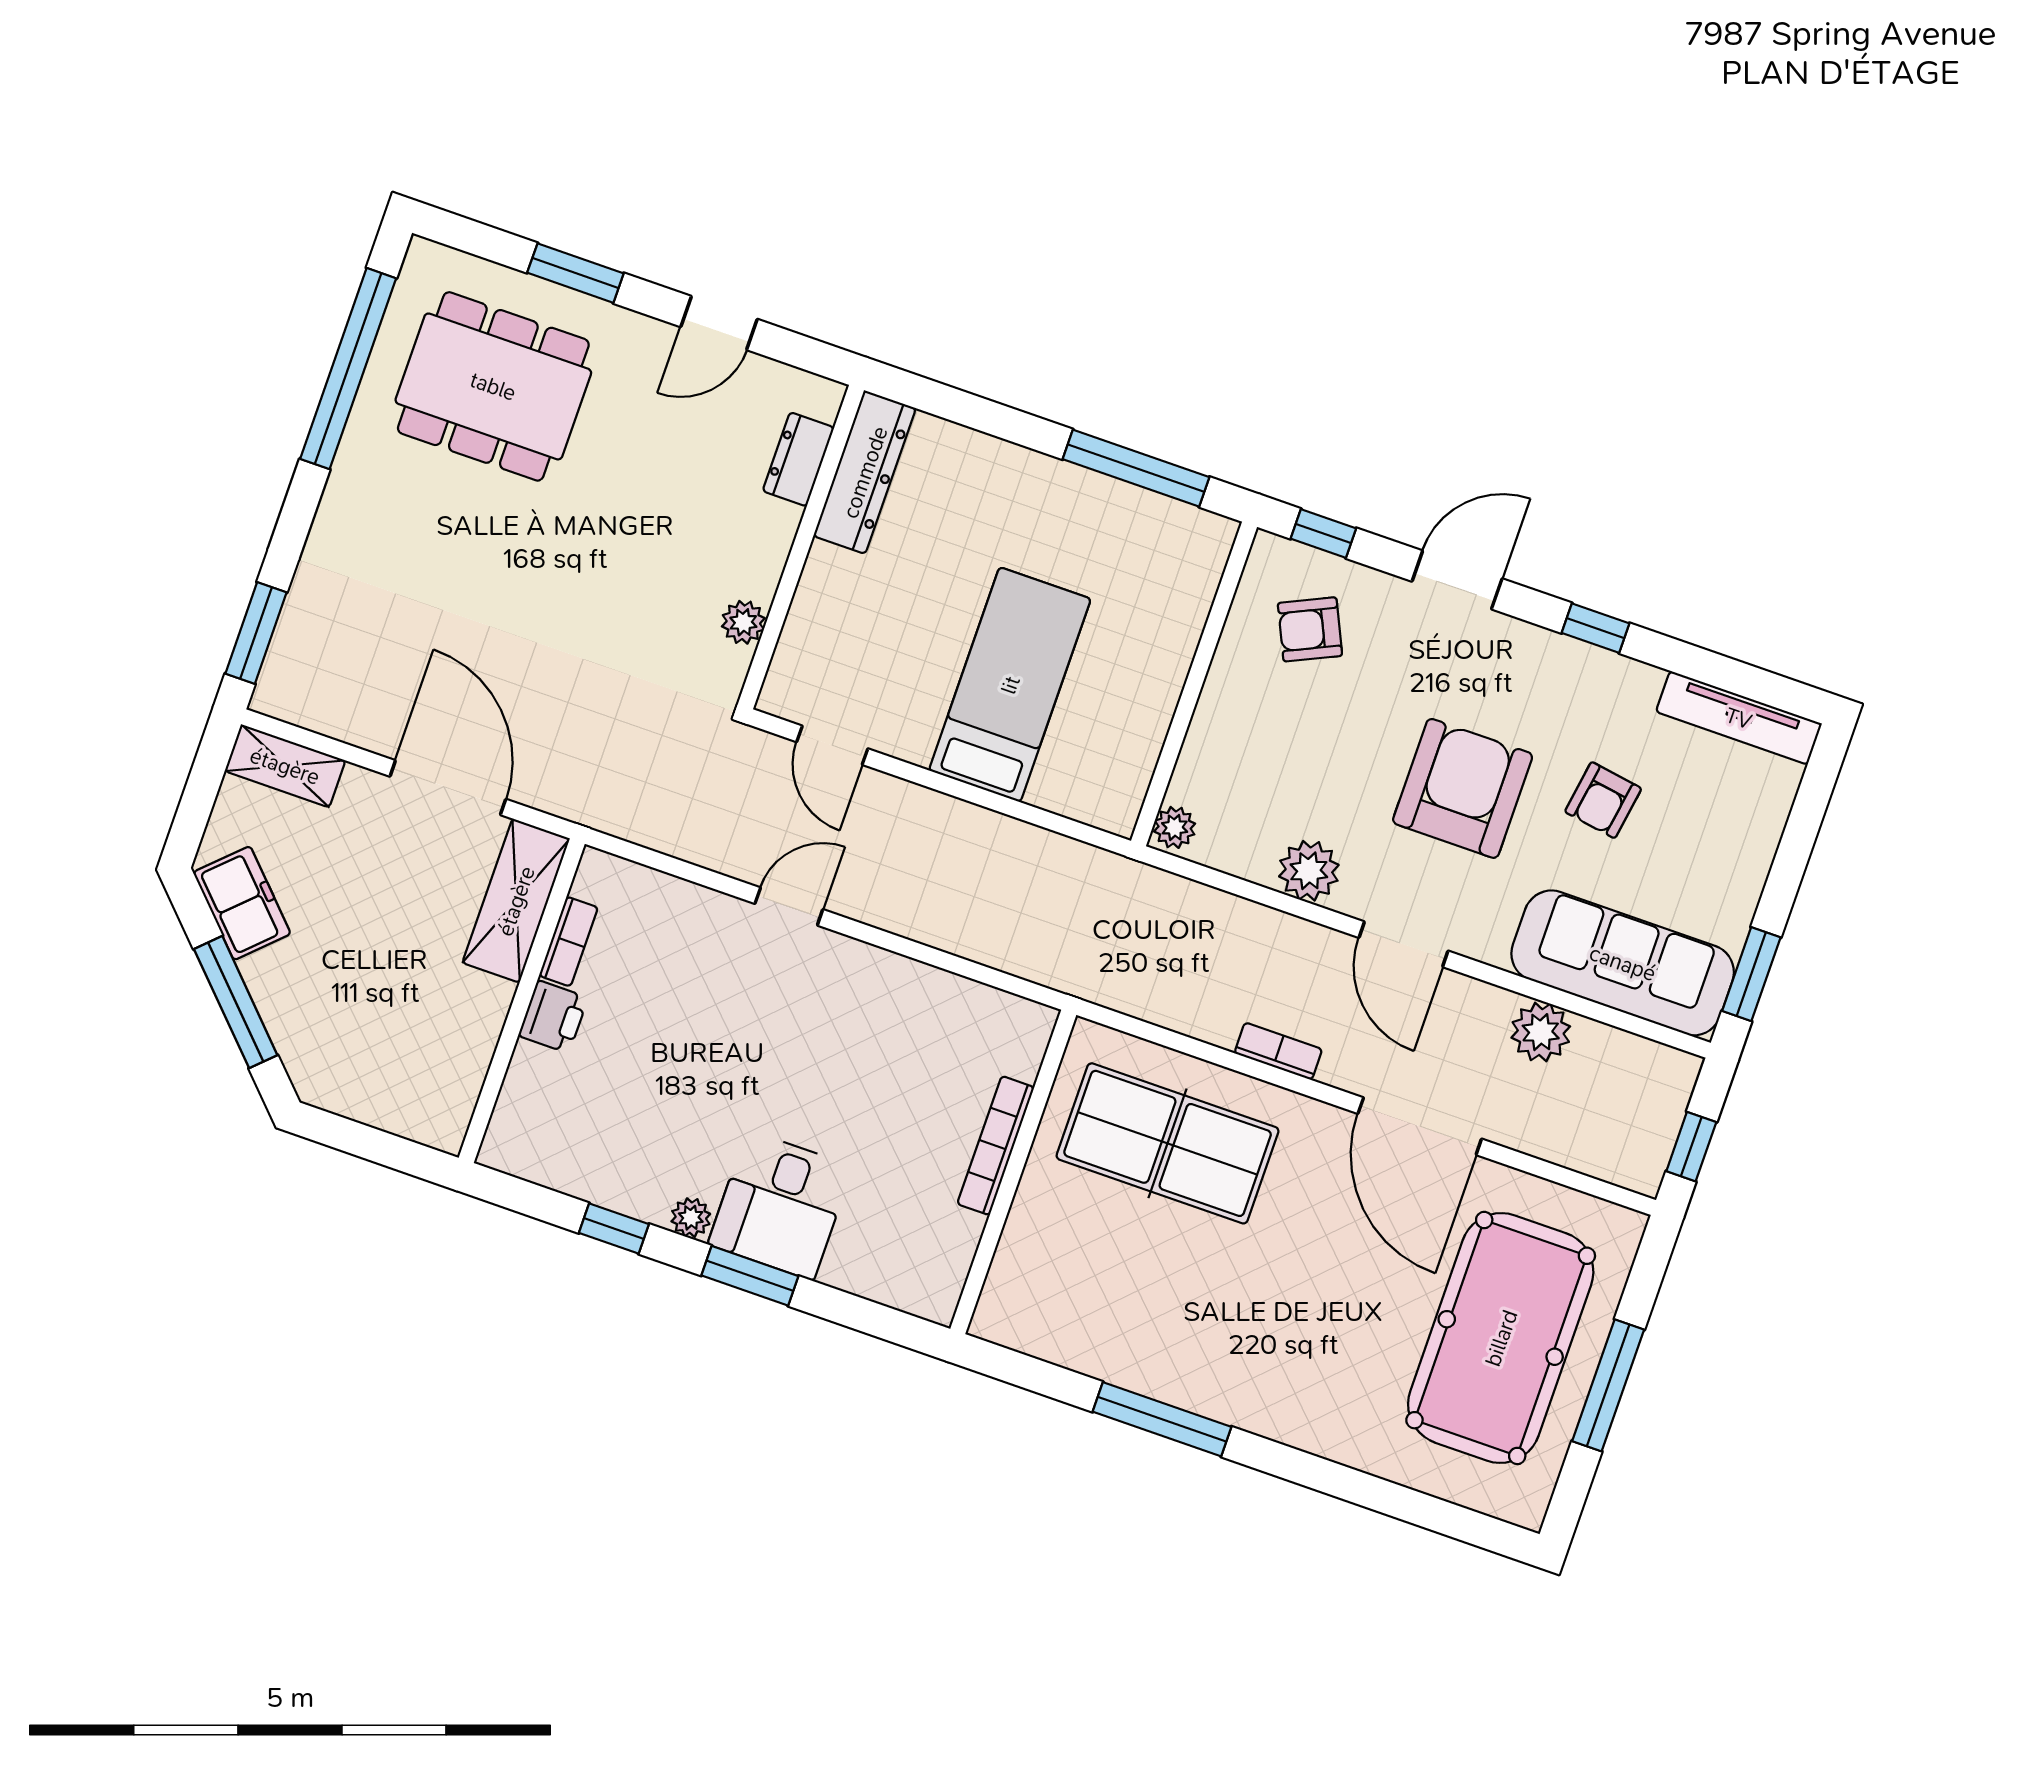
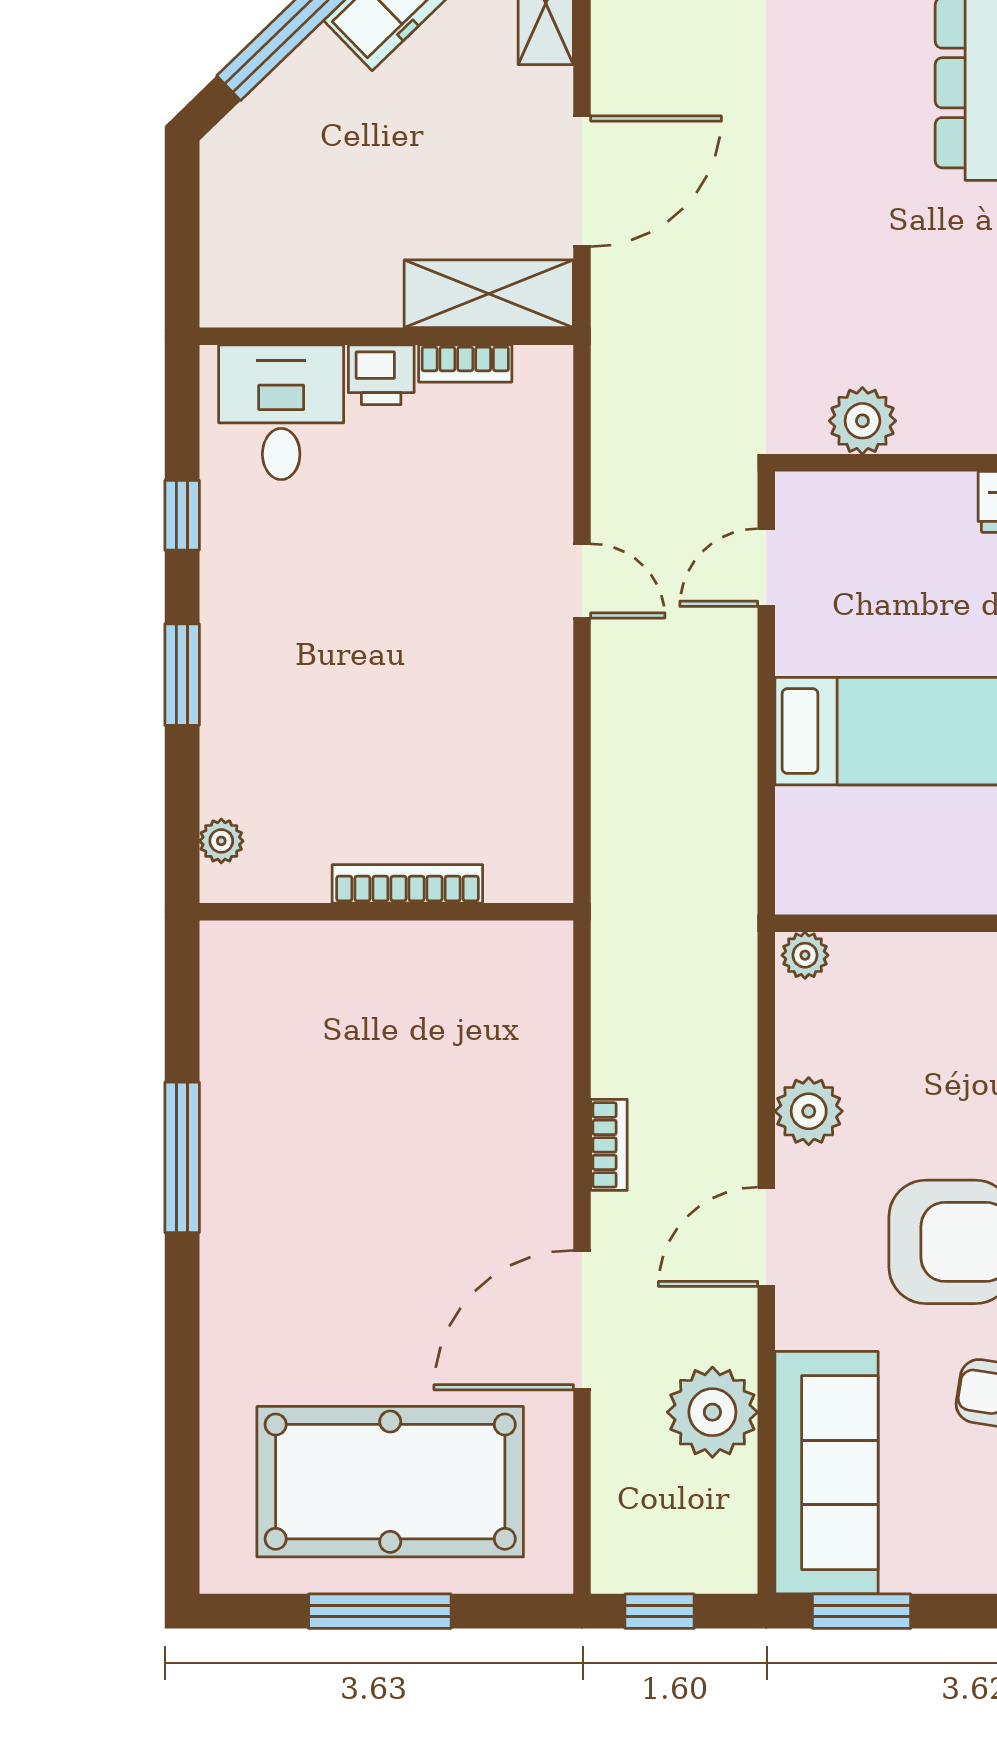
plant: (743, 622) -> (862, 421), width x1.38, depth x1.38
plant: (1541, 1032) -> (712, 1412), width x1.36, depth x1.36
table tennis table: (1168, 1143) -> (472, 1063), removed
desk: (780, 1205) -> (281, 412), moved, turned 90
plant: (691, 1218) -> (221, 841), moved

